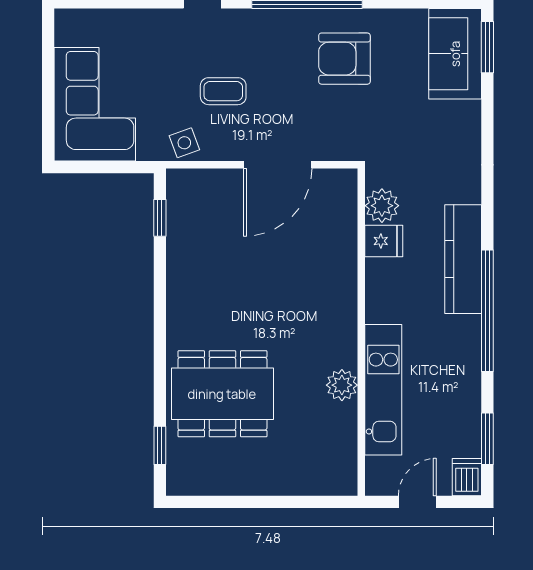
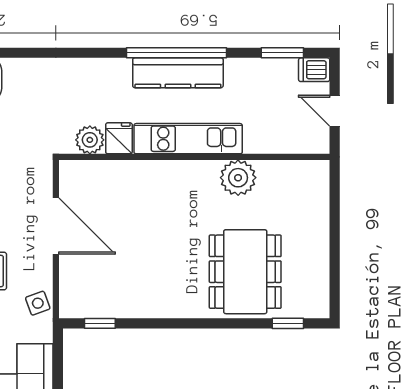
kitchen counter: (463, 259) -> (178, 73), moved
plant: (342, 385) -> (238, 178), width x1.36, depth x1.36
kitchen unit: (383, 390) -> (188, 139), moved

